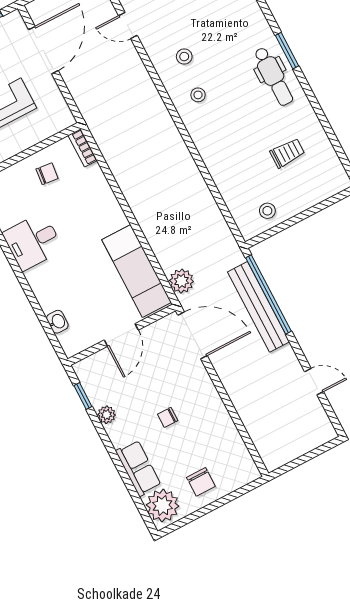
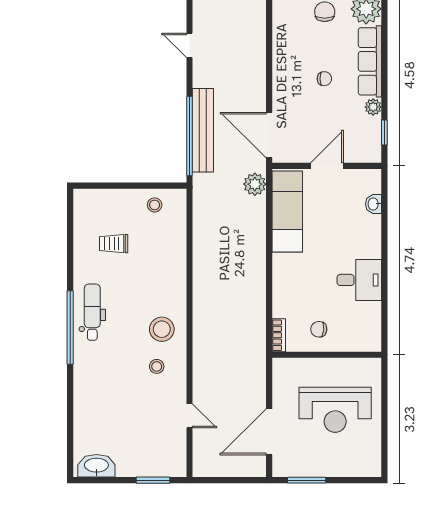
window: (287, 51) -> (70, 327), width x2.11
stool: (198, 95) -> (162, 329), width x1.89, depth x1.89
row of seats: (138, 468) -> (370, 61), width x1.48

